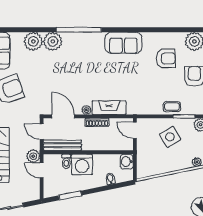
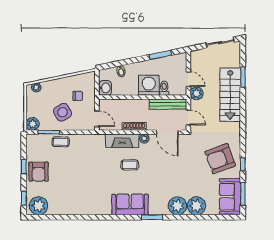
window: (79, 30) -> (152, 217), width x0.47
sofa: (123, 43) -> (130, 204), moved
armchair: (166, 58) -> (67, 189), removed
coffee table: (101, 83) -> (130, 165), added
chair: (154, 154) -> (78, 96), added

